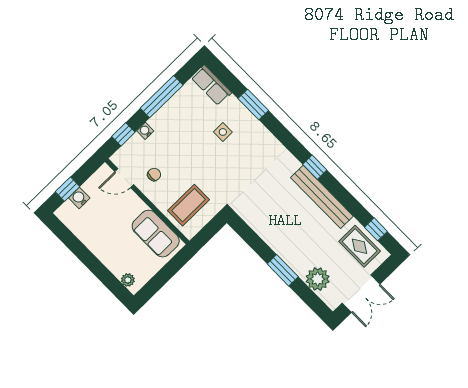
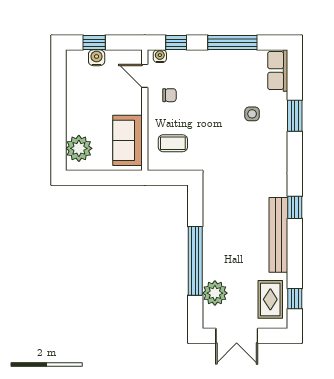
water cooler: (145, 131) -> (160, 56), moved
coffee table: (189, 205) -> (173, 143), width x0.73, depth x0.77
window: (283, 270) -> (195, 261), width x2.11
plant: (128, 280) -> (79, 148), width x1.88, depth x1.88

